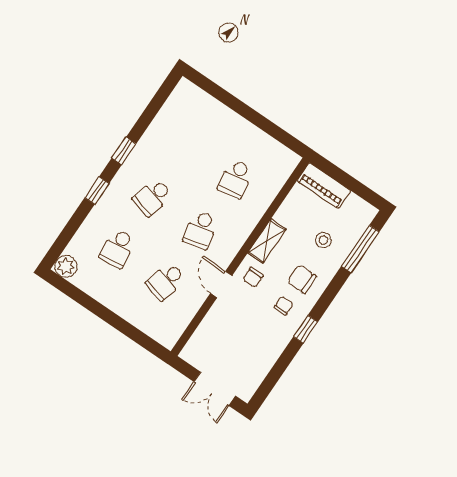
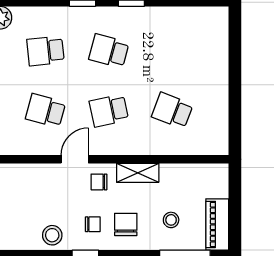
school desk: (236, 179) -> (172, 111), turned 30
piano: (324, 186) -> (217, 224), moved
stool: (270, 344) -> (52, 235), added

